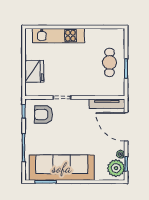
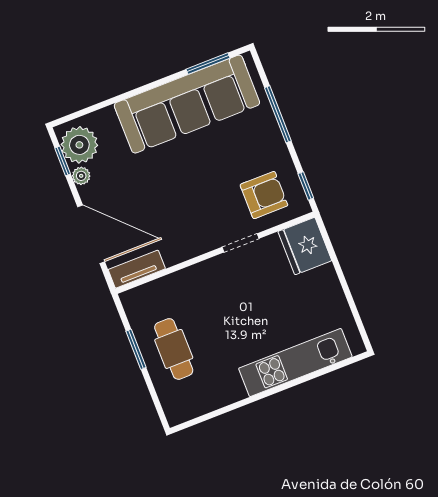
fridge: (34, 71) -> (305, 246), moved
tv unit: (107, 104) -> (137, 269), width x0.71

